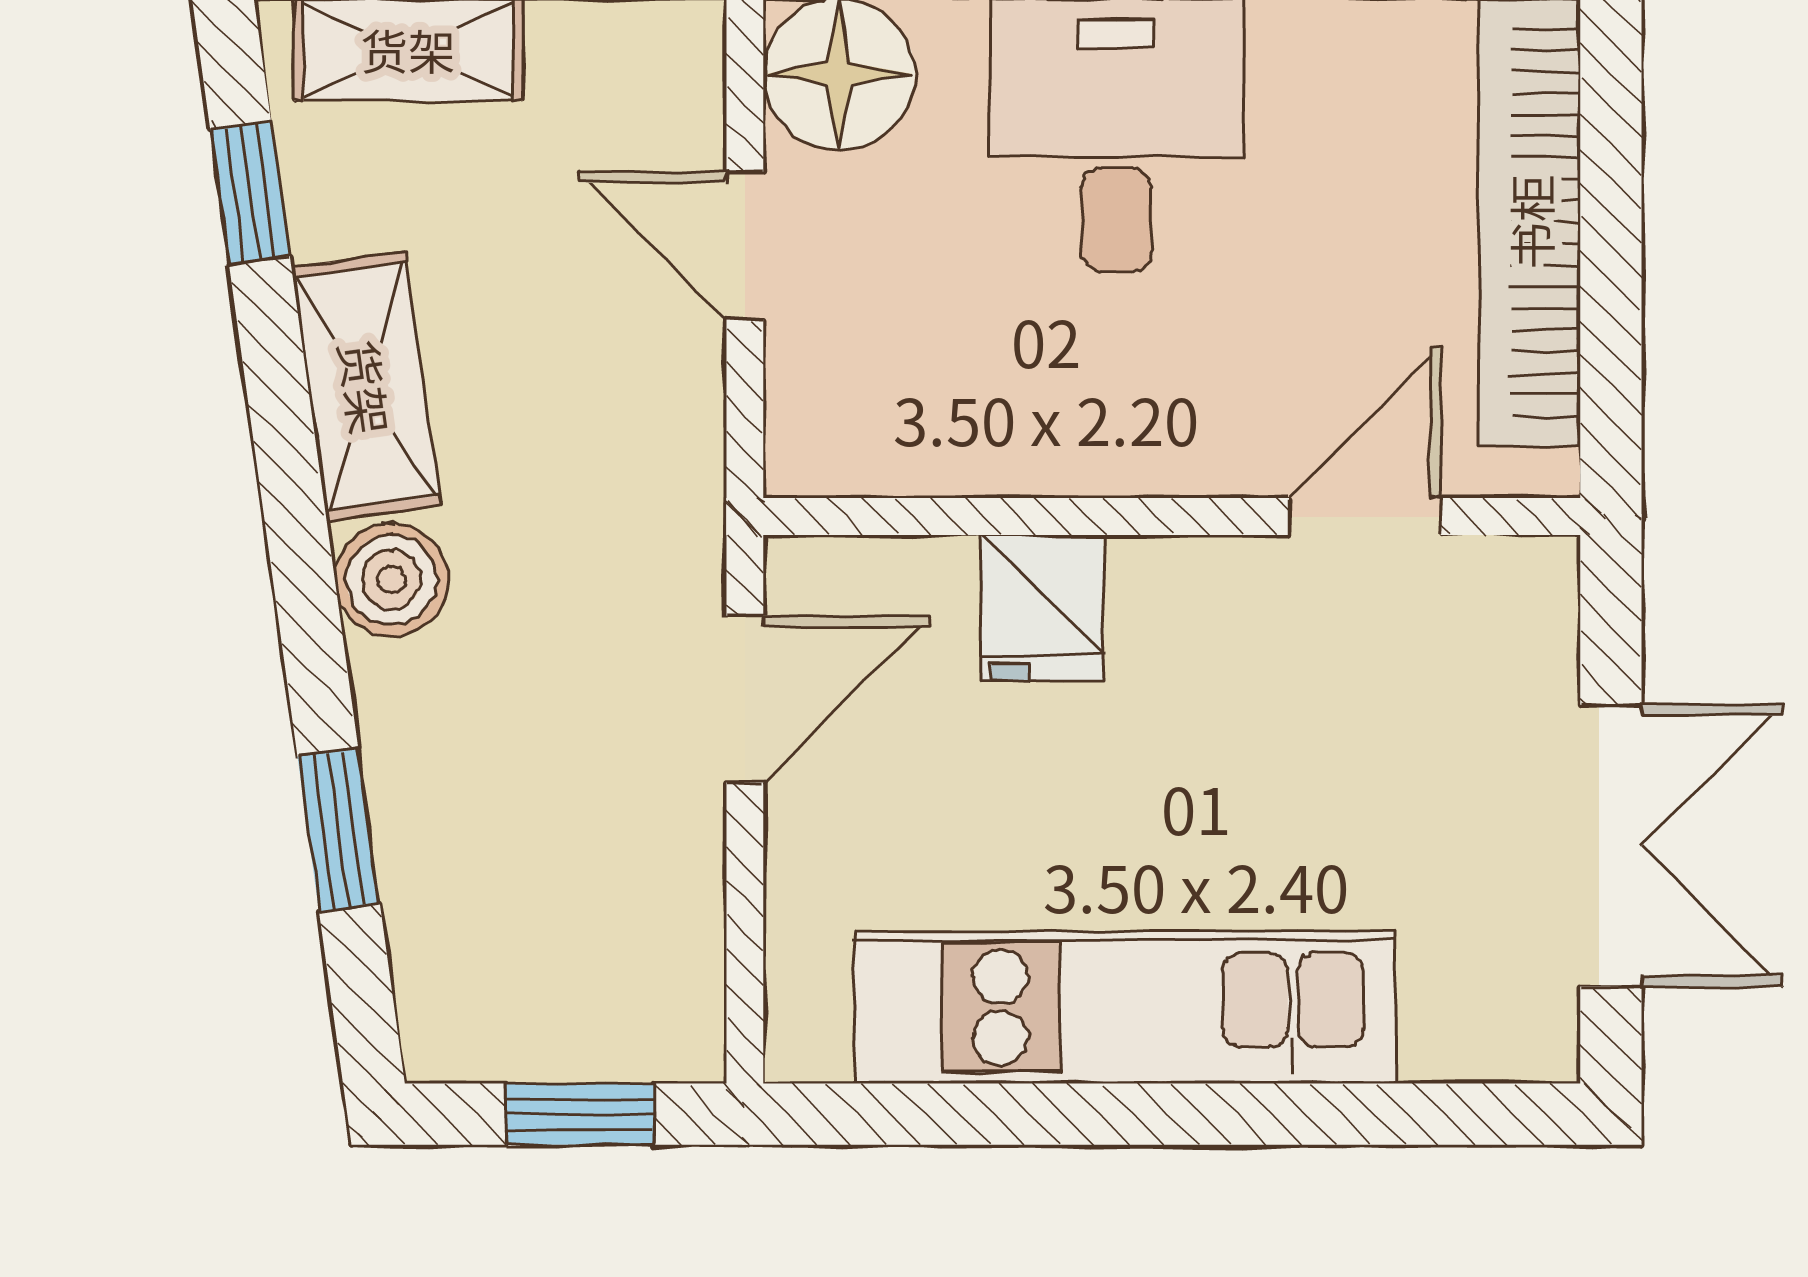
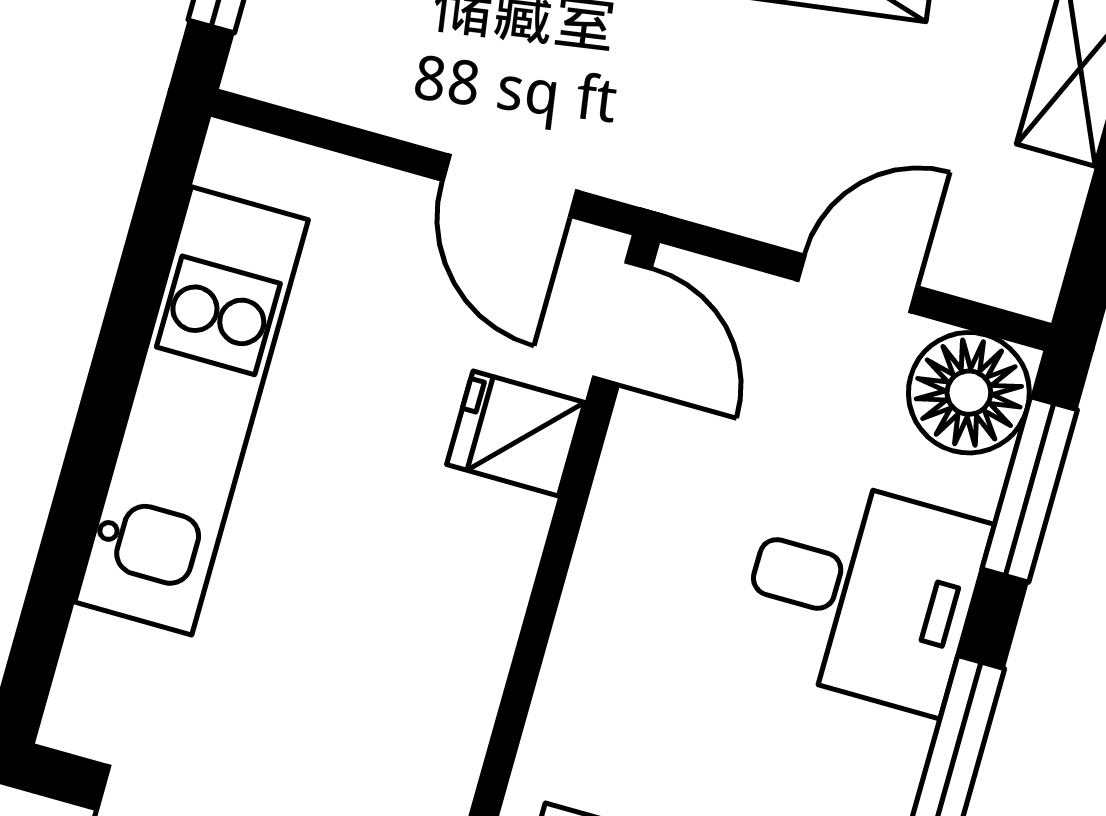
door: (1365, 517) -> (622, 323), moved

